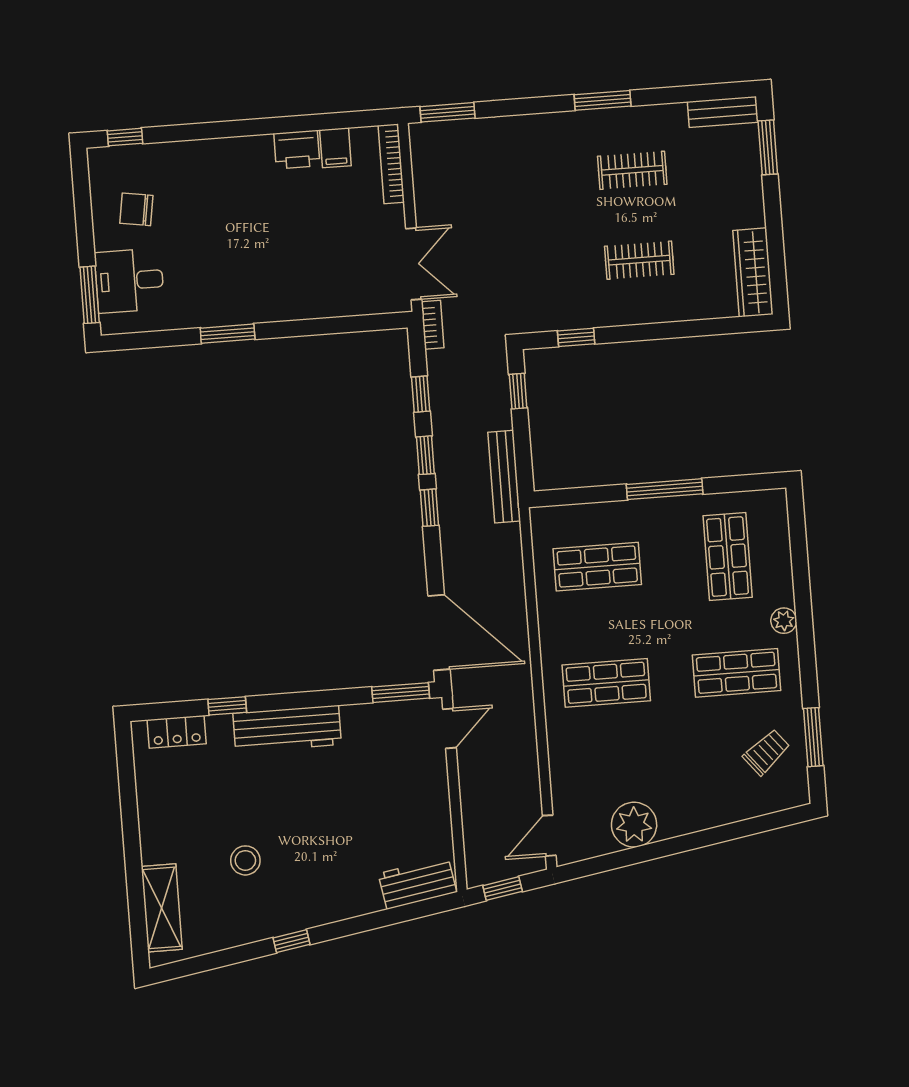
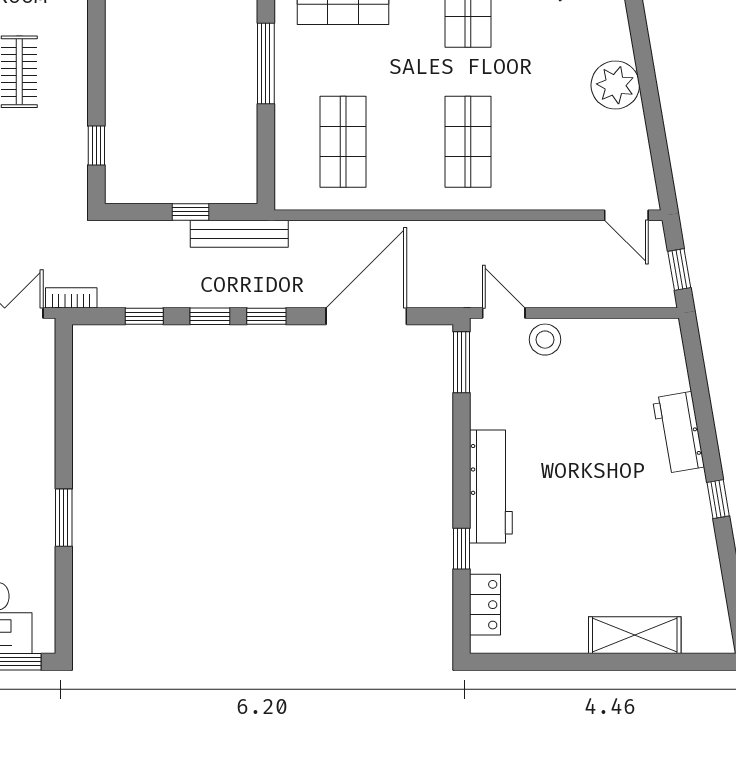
window: (518, 391) -> (190, 212), moved
door: (439, 633) -> (366, 316), moved
plant: (634, 825) -> (615, 85), moved
stool: (245, 860) -> (545, 340), moved
workbench: (417, 883) -> (678, 432), moved
shelving: (162, 908) -> (635, 635), moved

